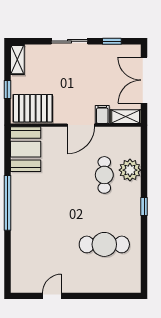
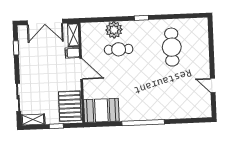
sliding door: (69, 41) -> (18, 97), moved

